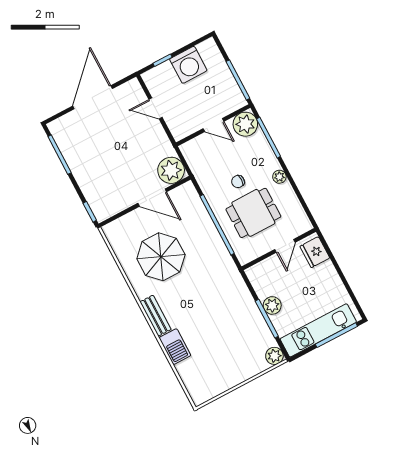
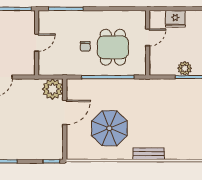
plant: (245, 124) -> (48, 20), removed
plant: (279, 177) -> (97, 16), removed
door: (285, 246) -> (148, 37), hinge flipped
fridge: (315, 252) -> (175, 19), moved
barbecue: (175, 347) -> (177, 152), removed

